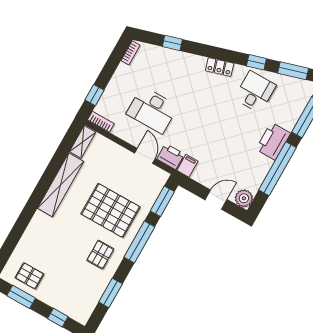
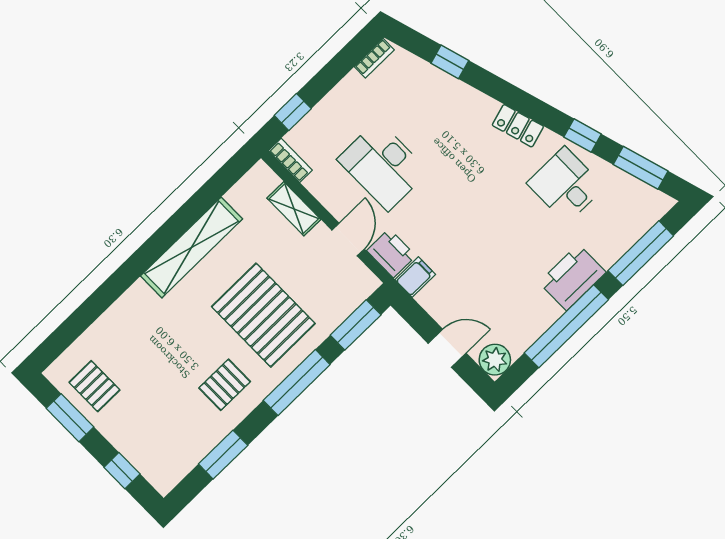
desk: (255, 92) -> (566, 185), turned -90
shelving: (83, 142) -> (294, 209), moved, turned 90

